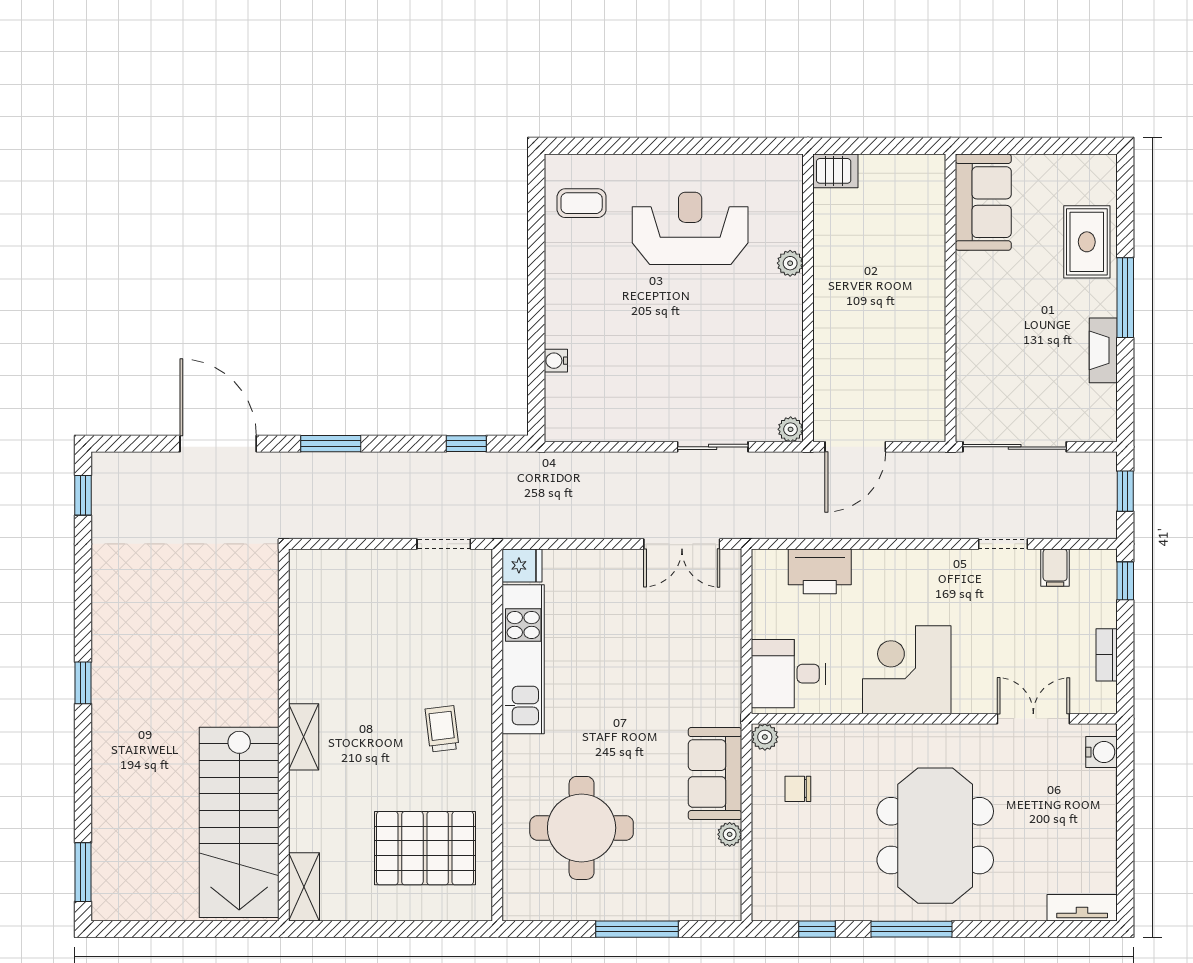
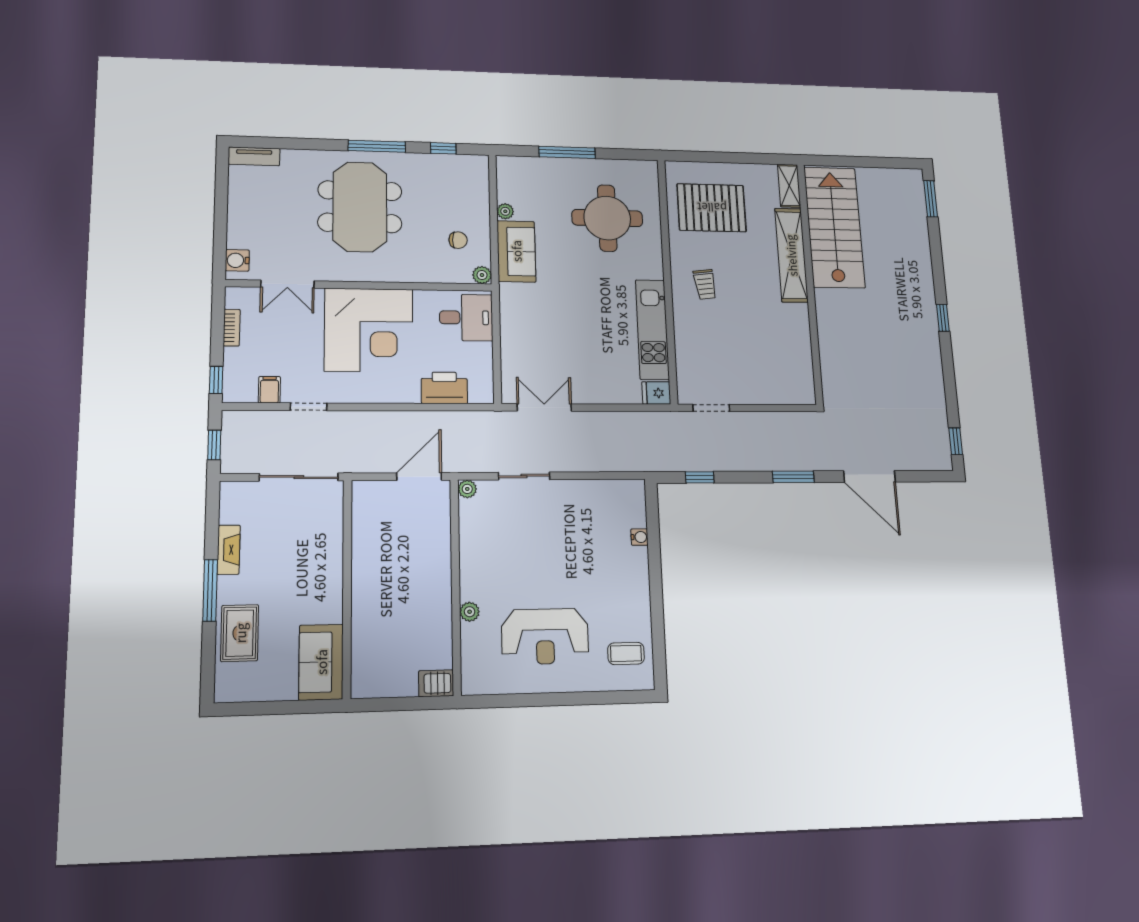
corner desk: (907, 670) -> (369, 330), width x1.36, depth x1.36
shelving: (304, 737) -> (791, 255), width x2.20, depth x1.33

